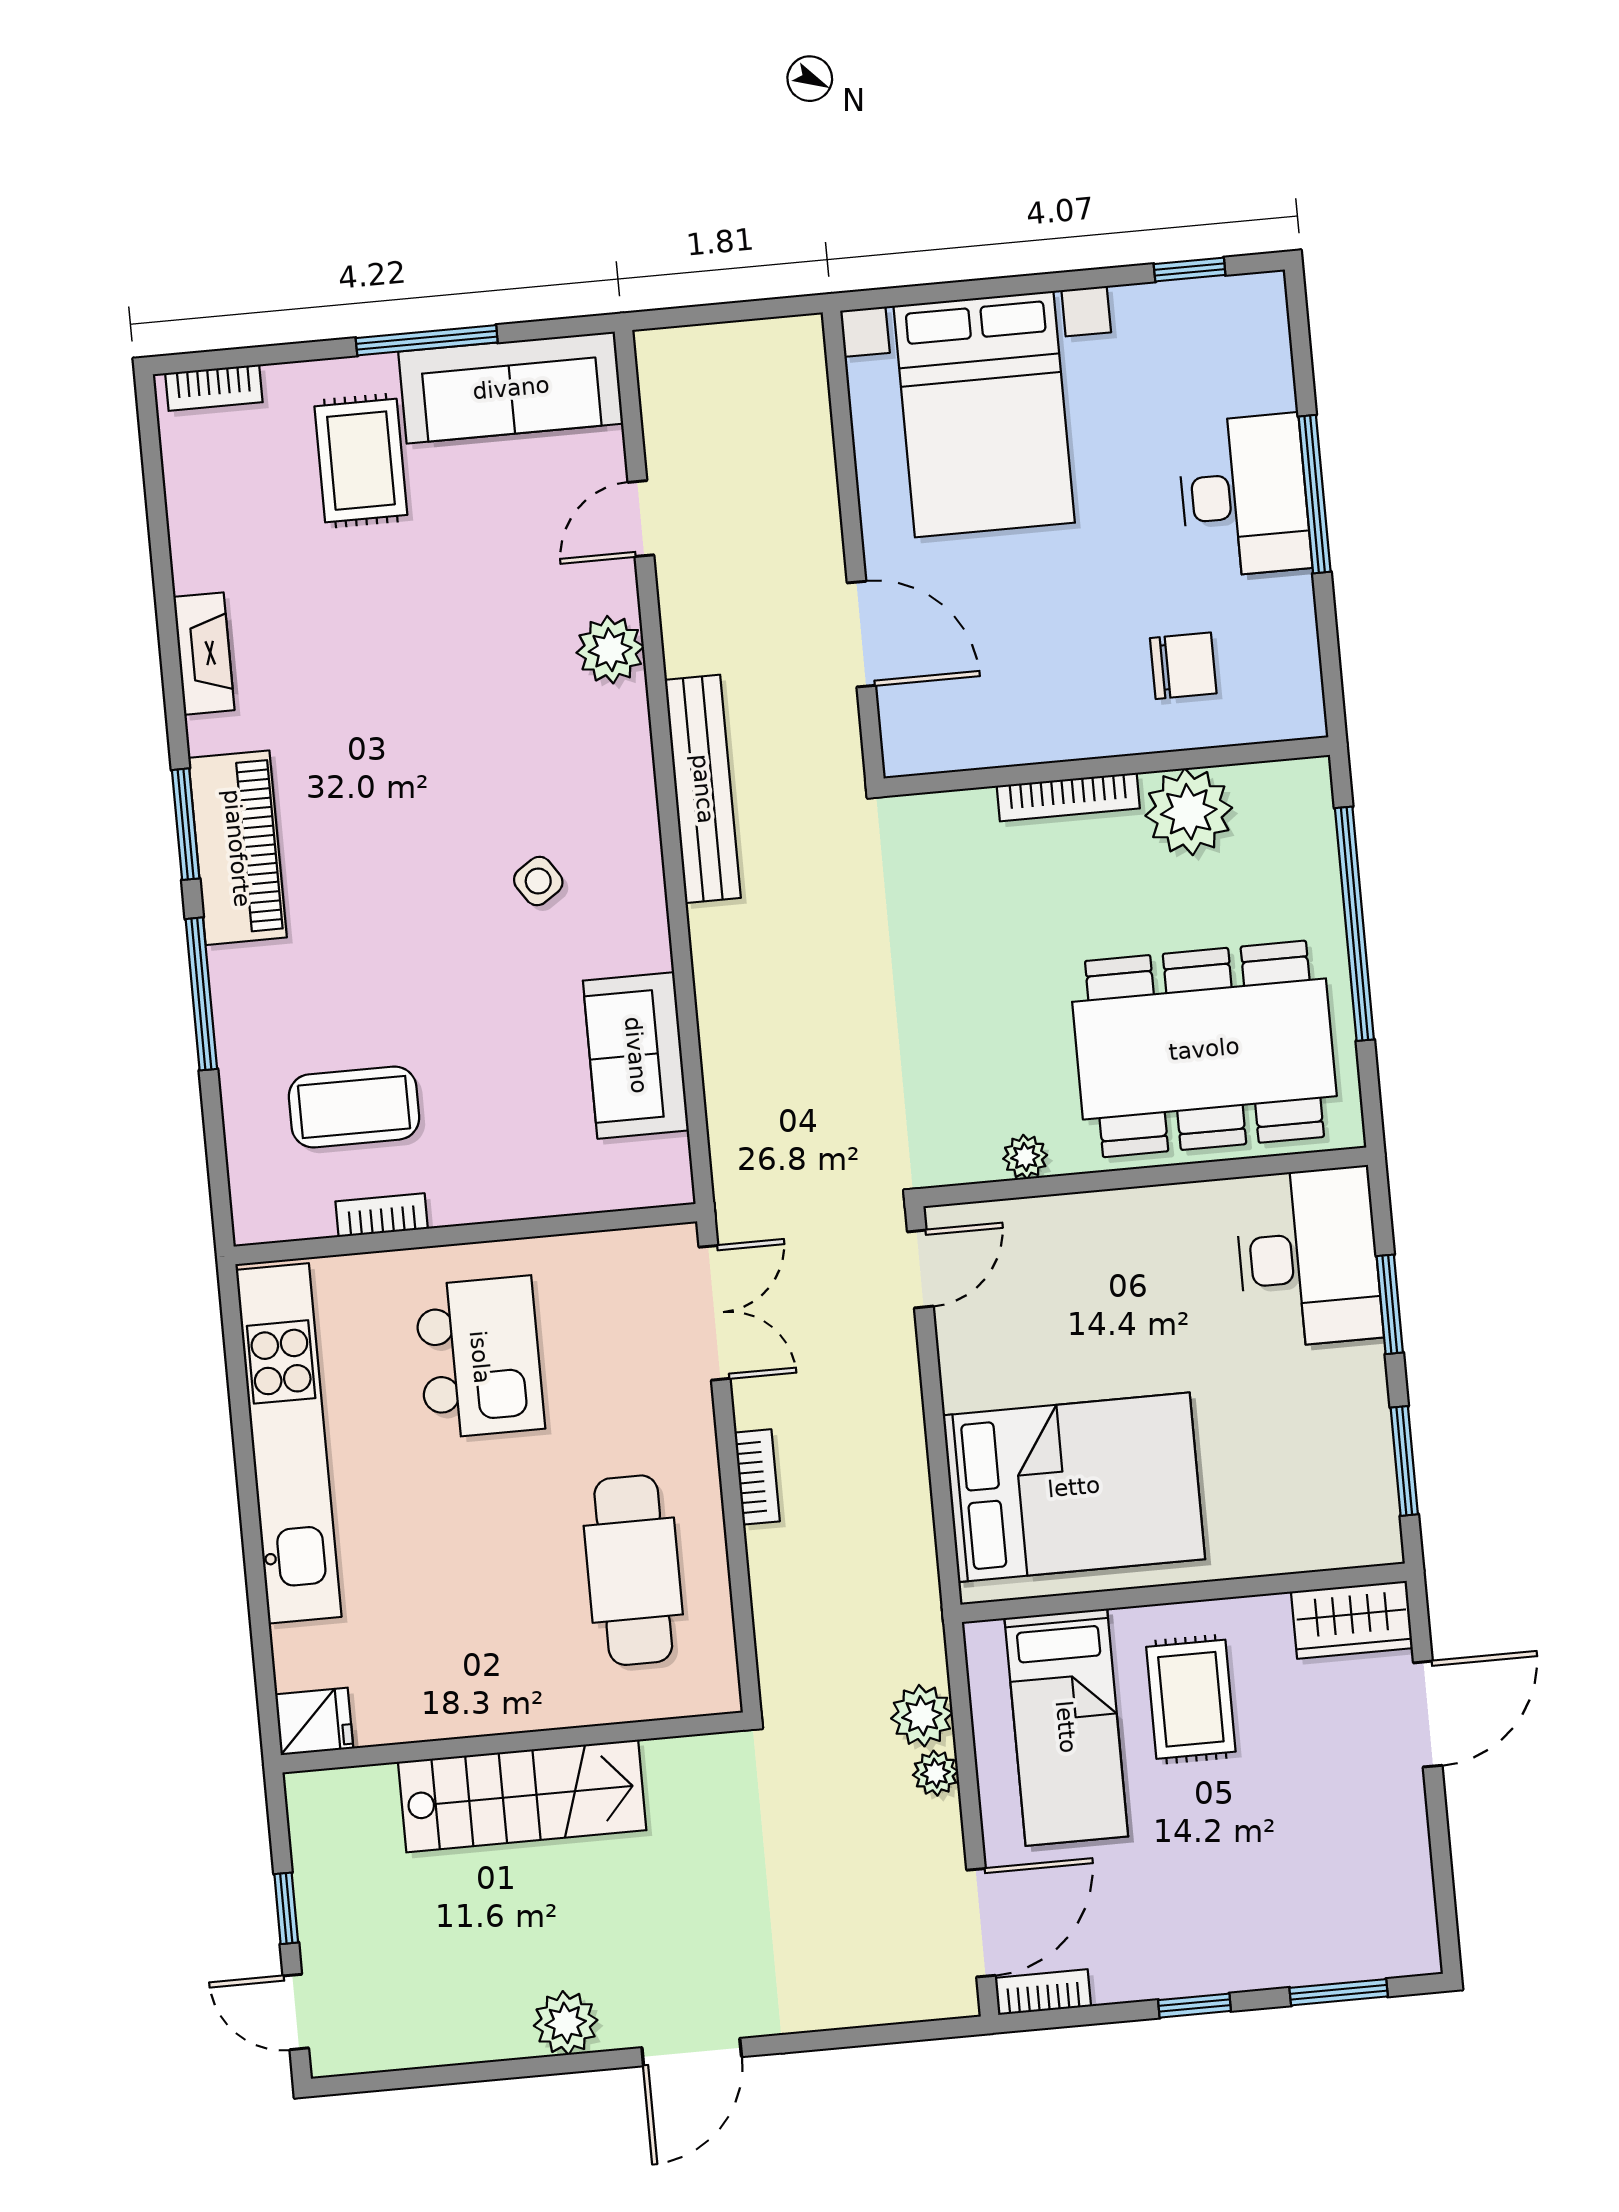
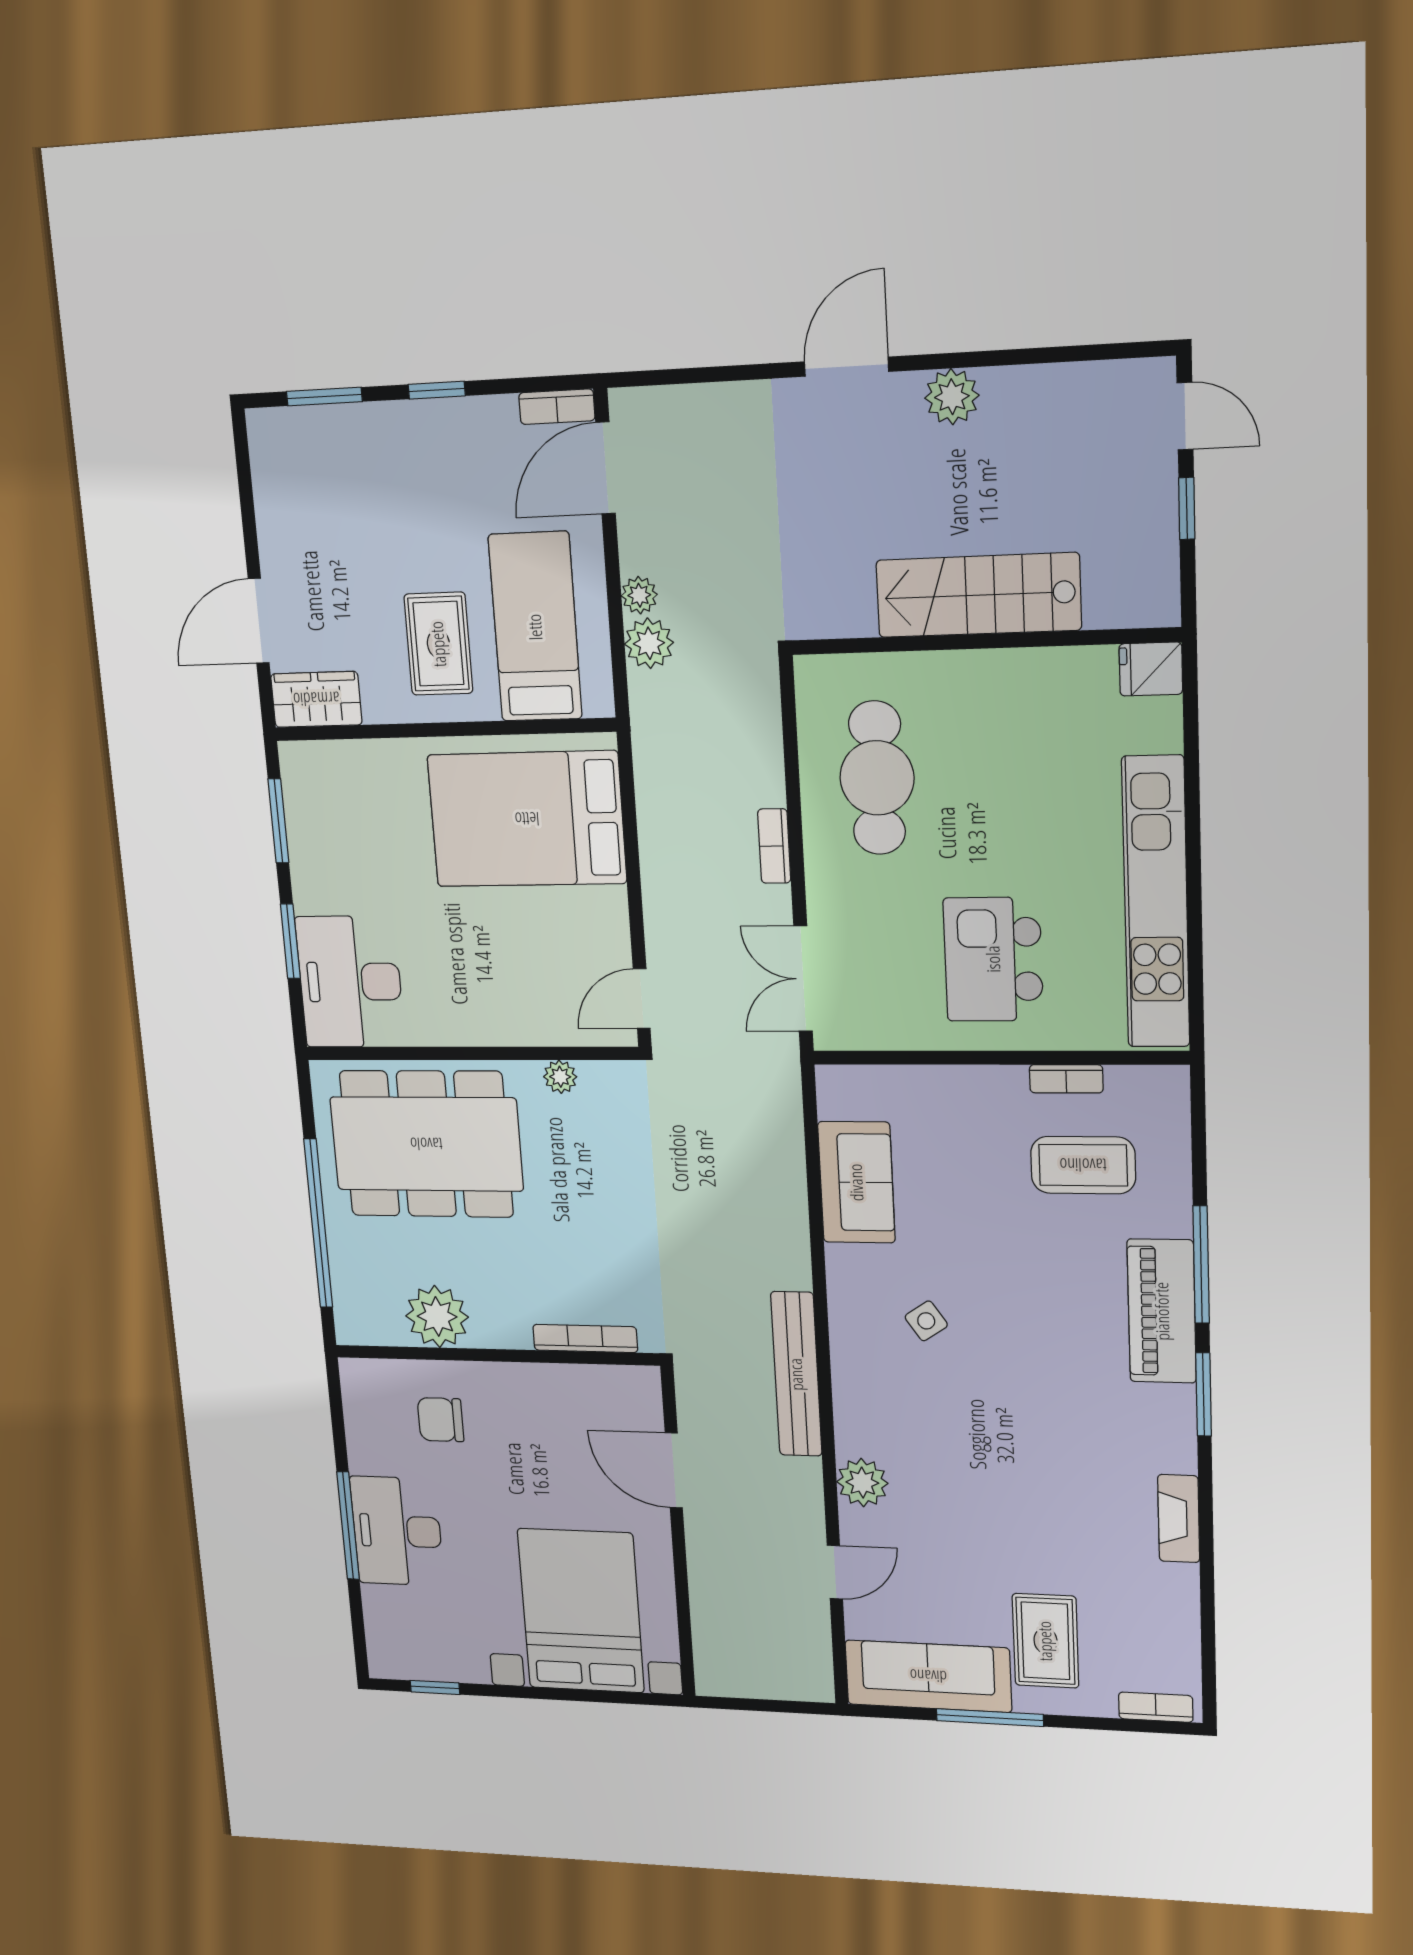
bookcase: (1068, 797) -> (585, 1338), moved
piano: (237, 848) -> (1162, 1311), moved

